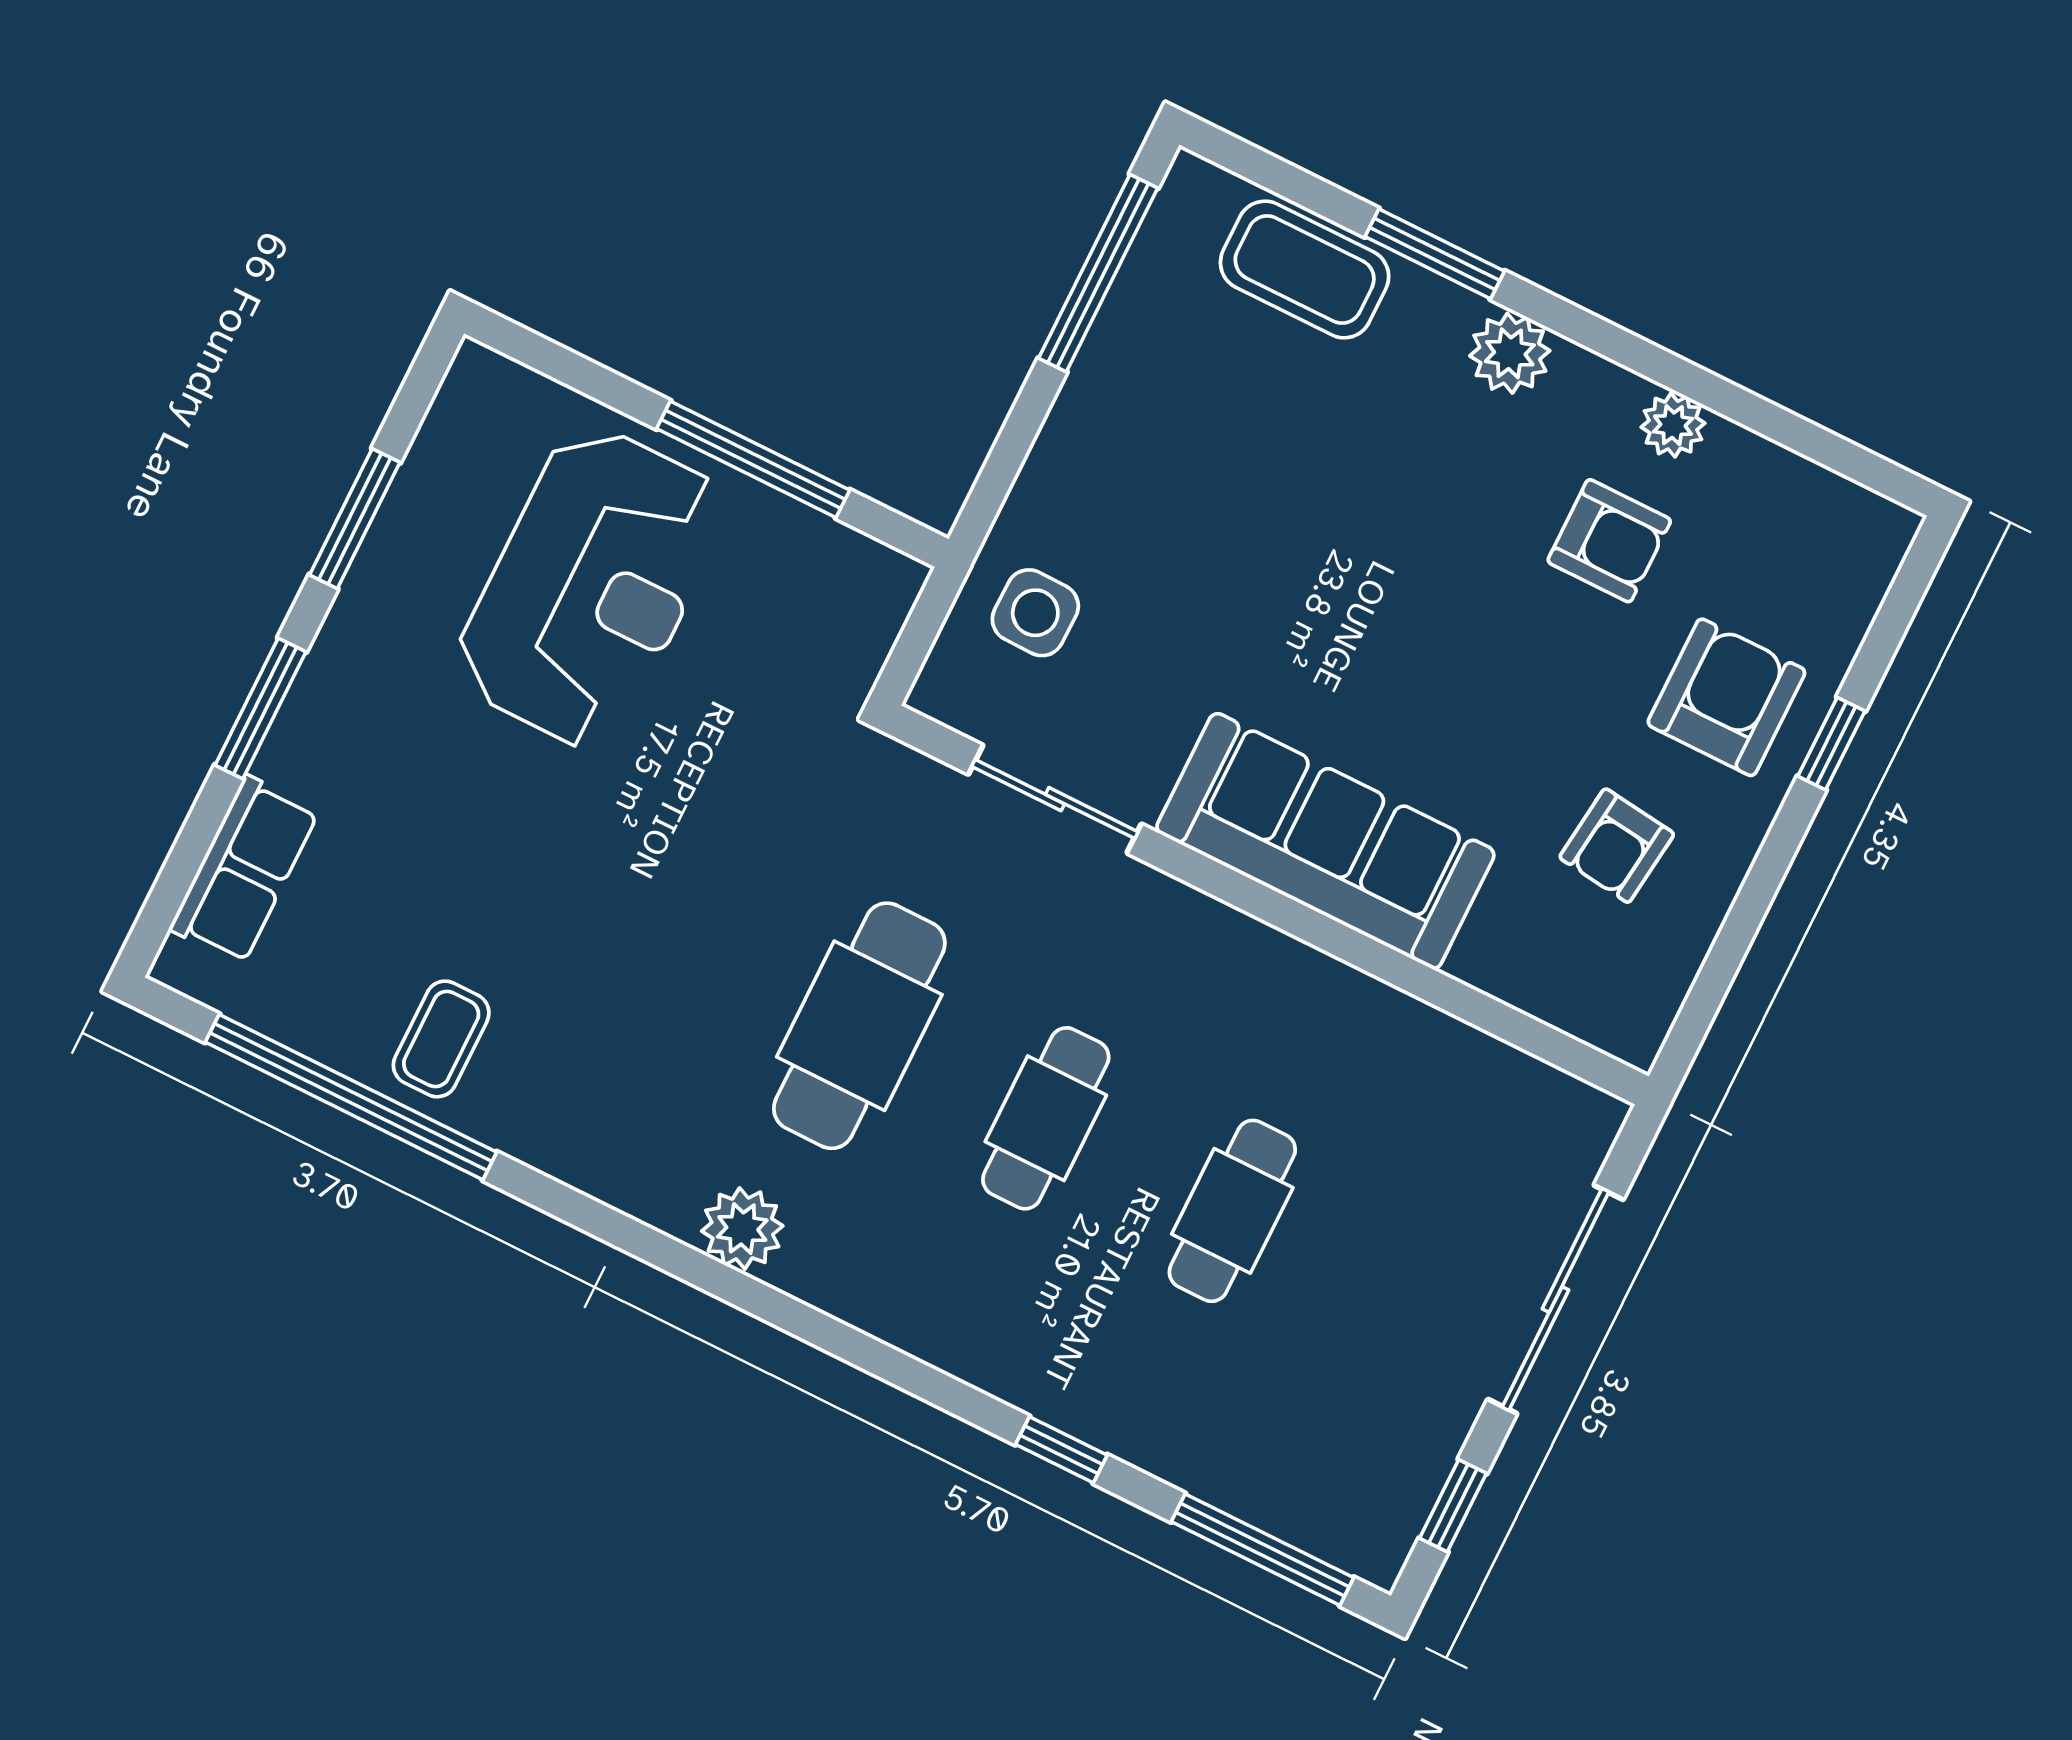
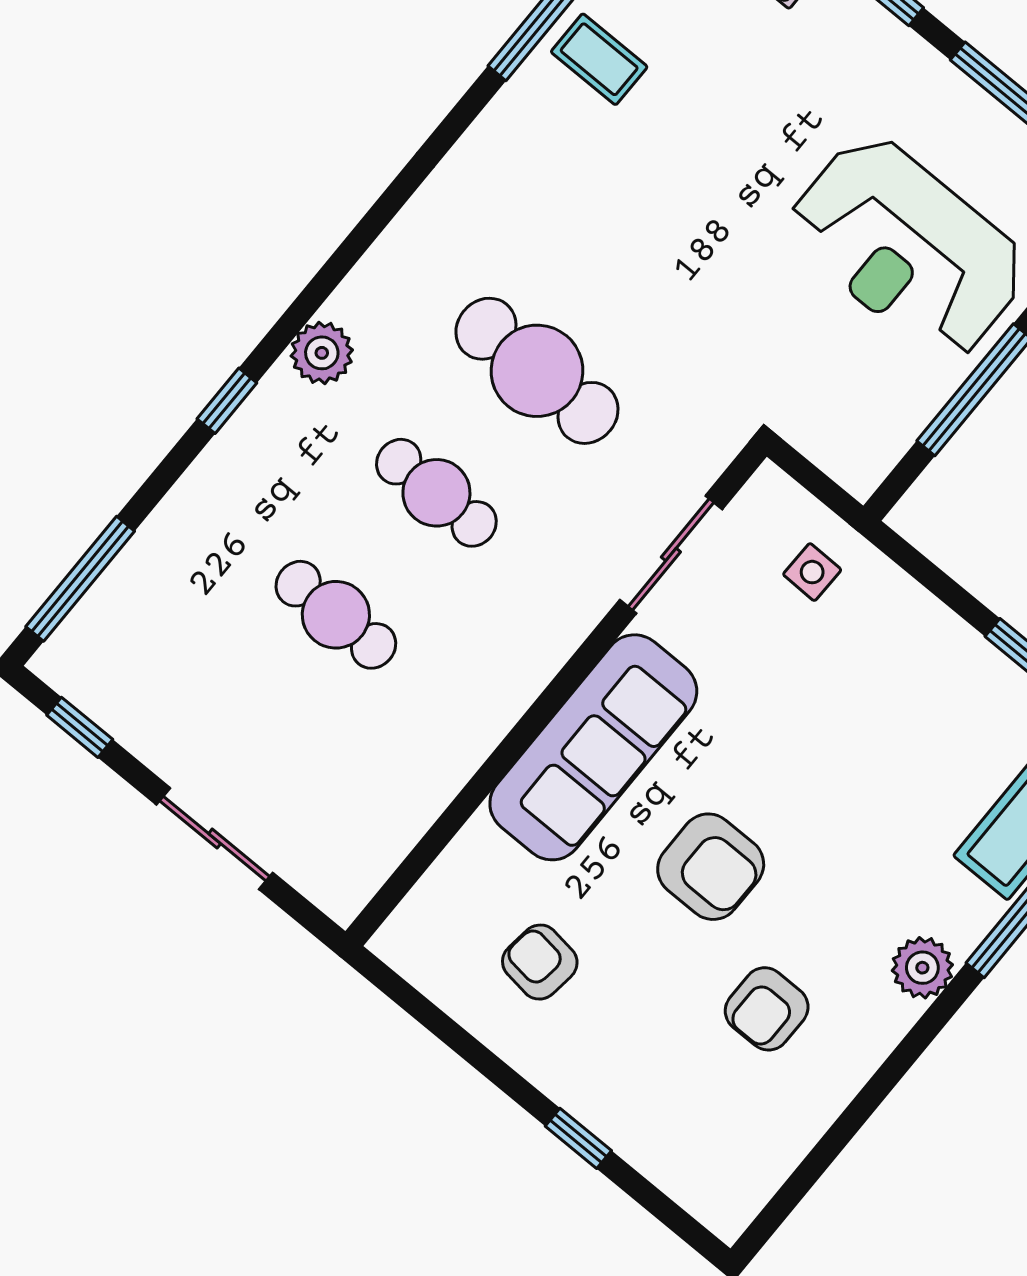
plant: (1673, 425) -> (841, 1076), removed
side table: (1035, 613) -> (812, 572), width x0.73, depth x0.73
armchair: (1726, 697) -> (711, 867), moved
plant: (742, 1228) -> (322, 353), moved
sliding door: (1555, 1299) -> (215, 839), width x0.73
window: (1061, 1450) -> (227, 401), moved

